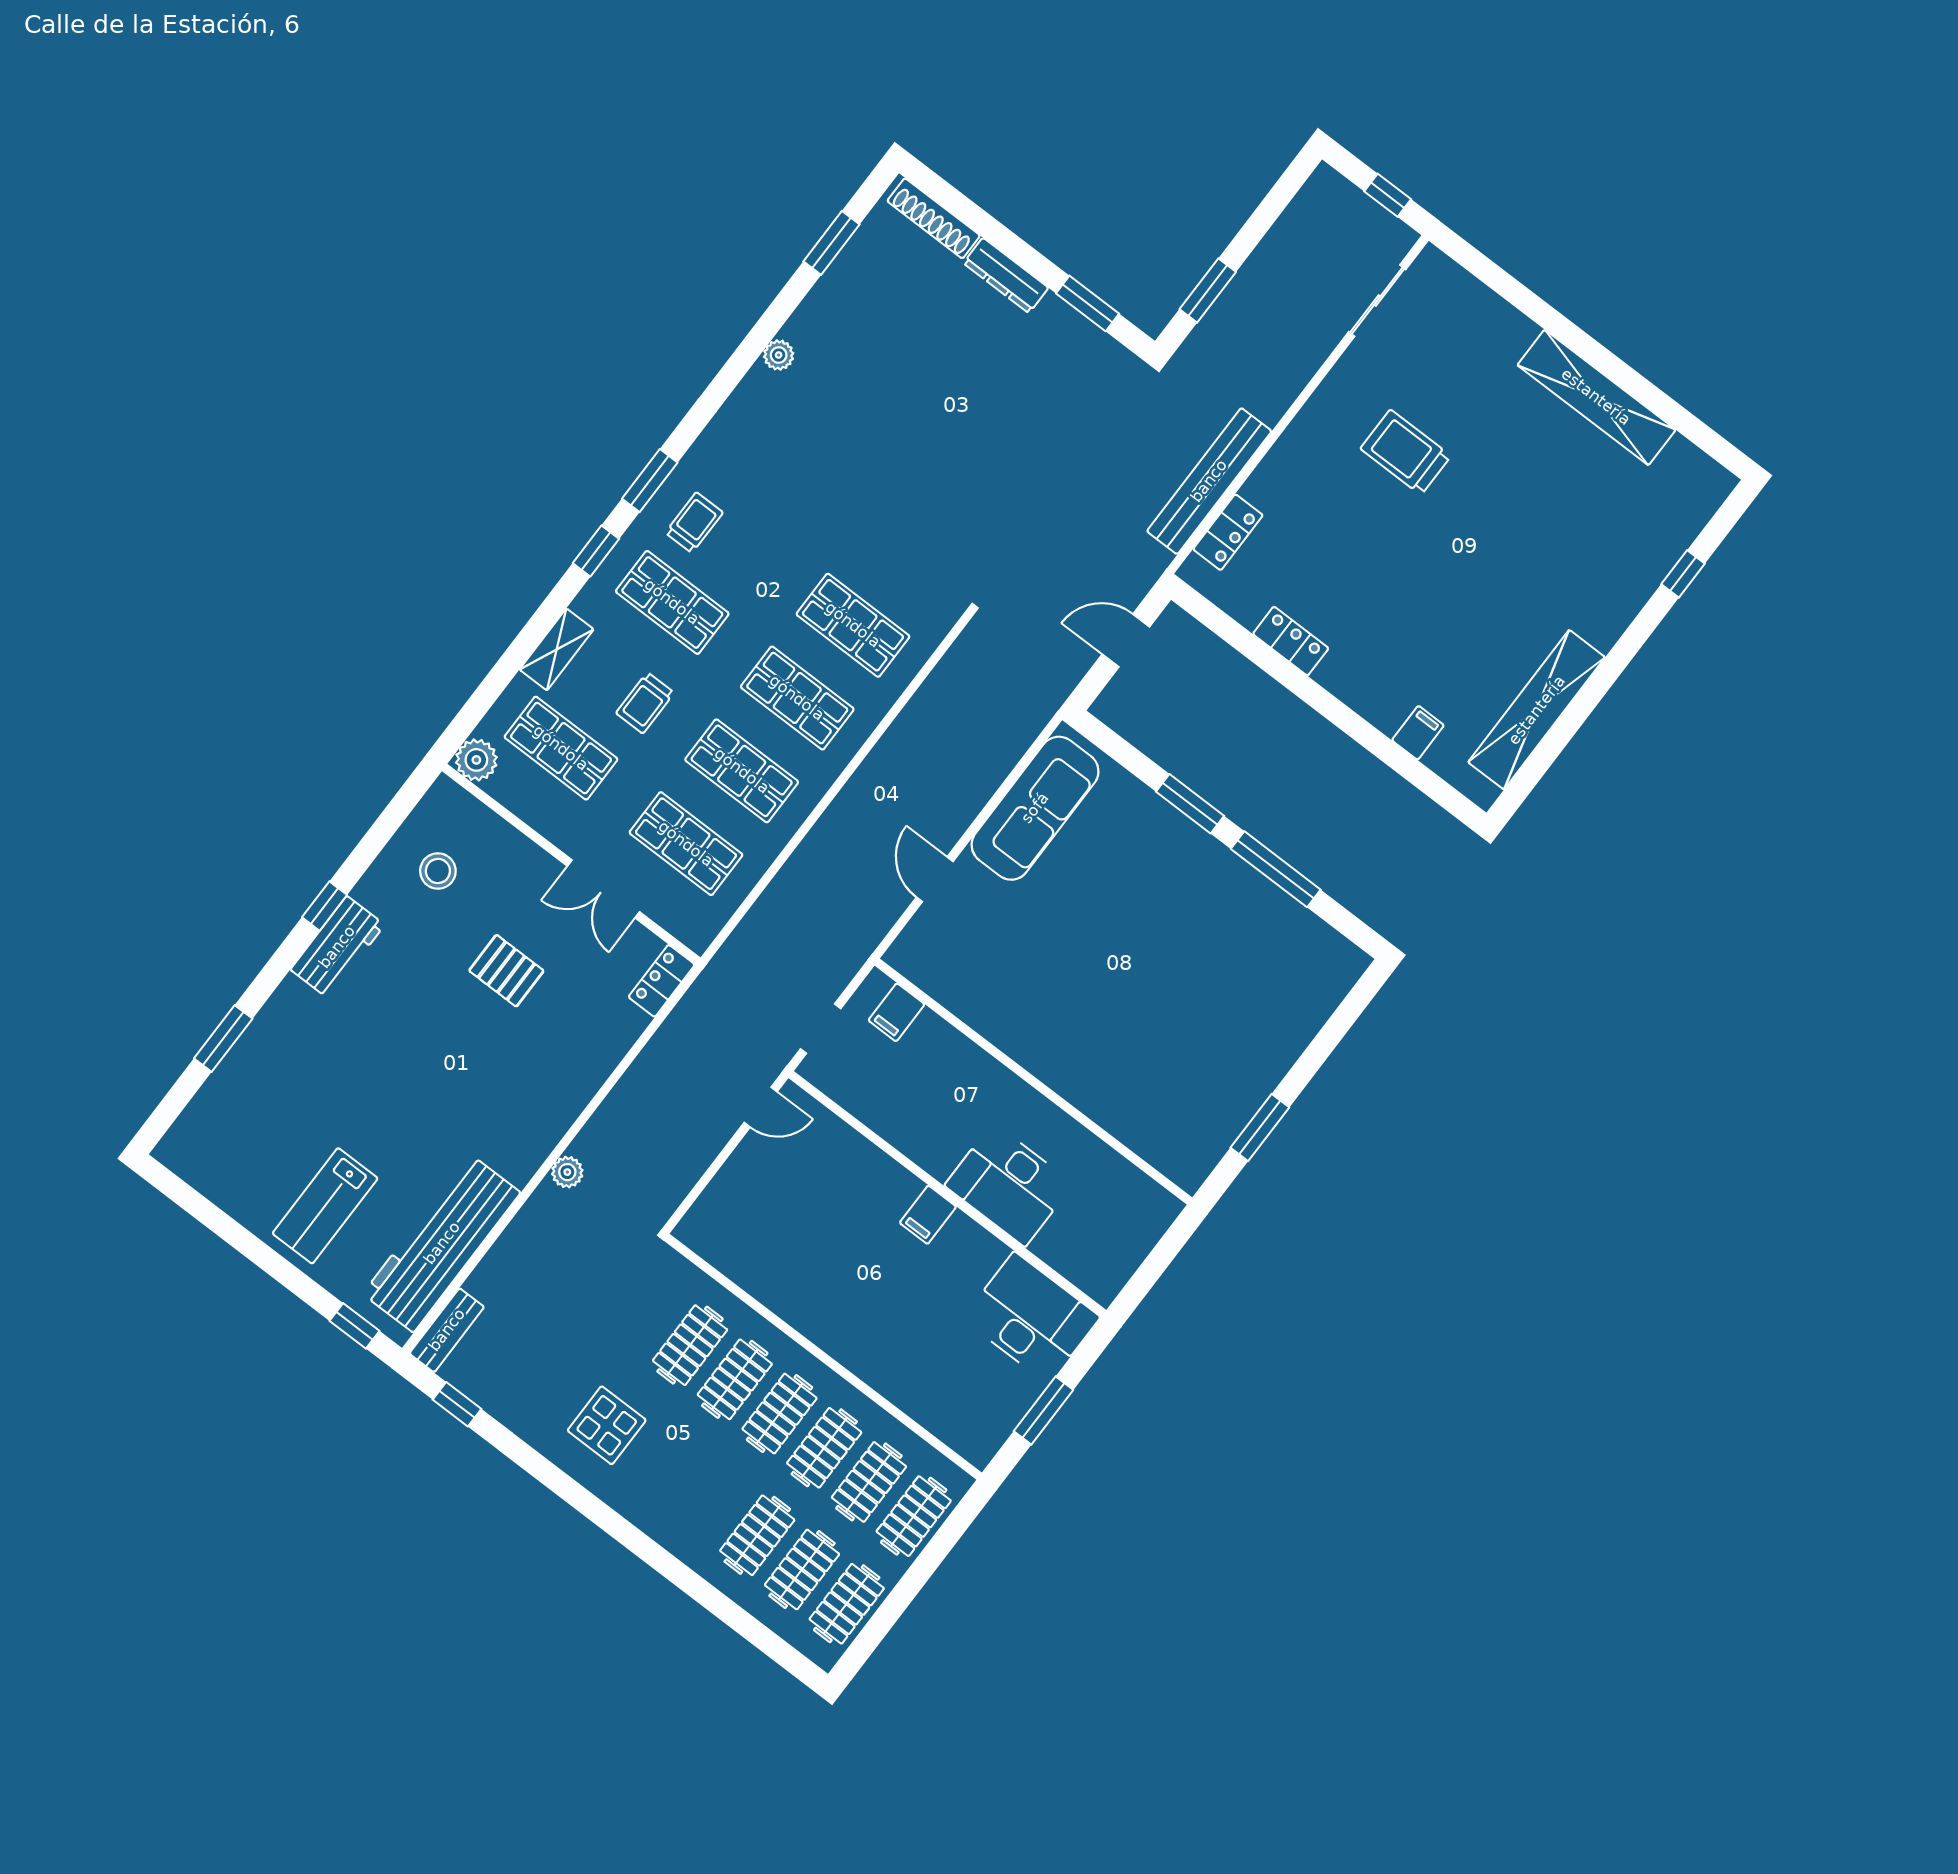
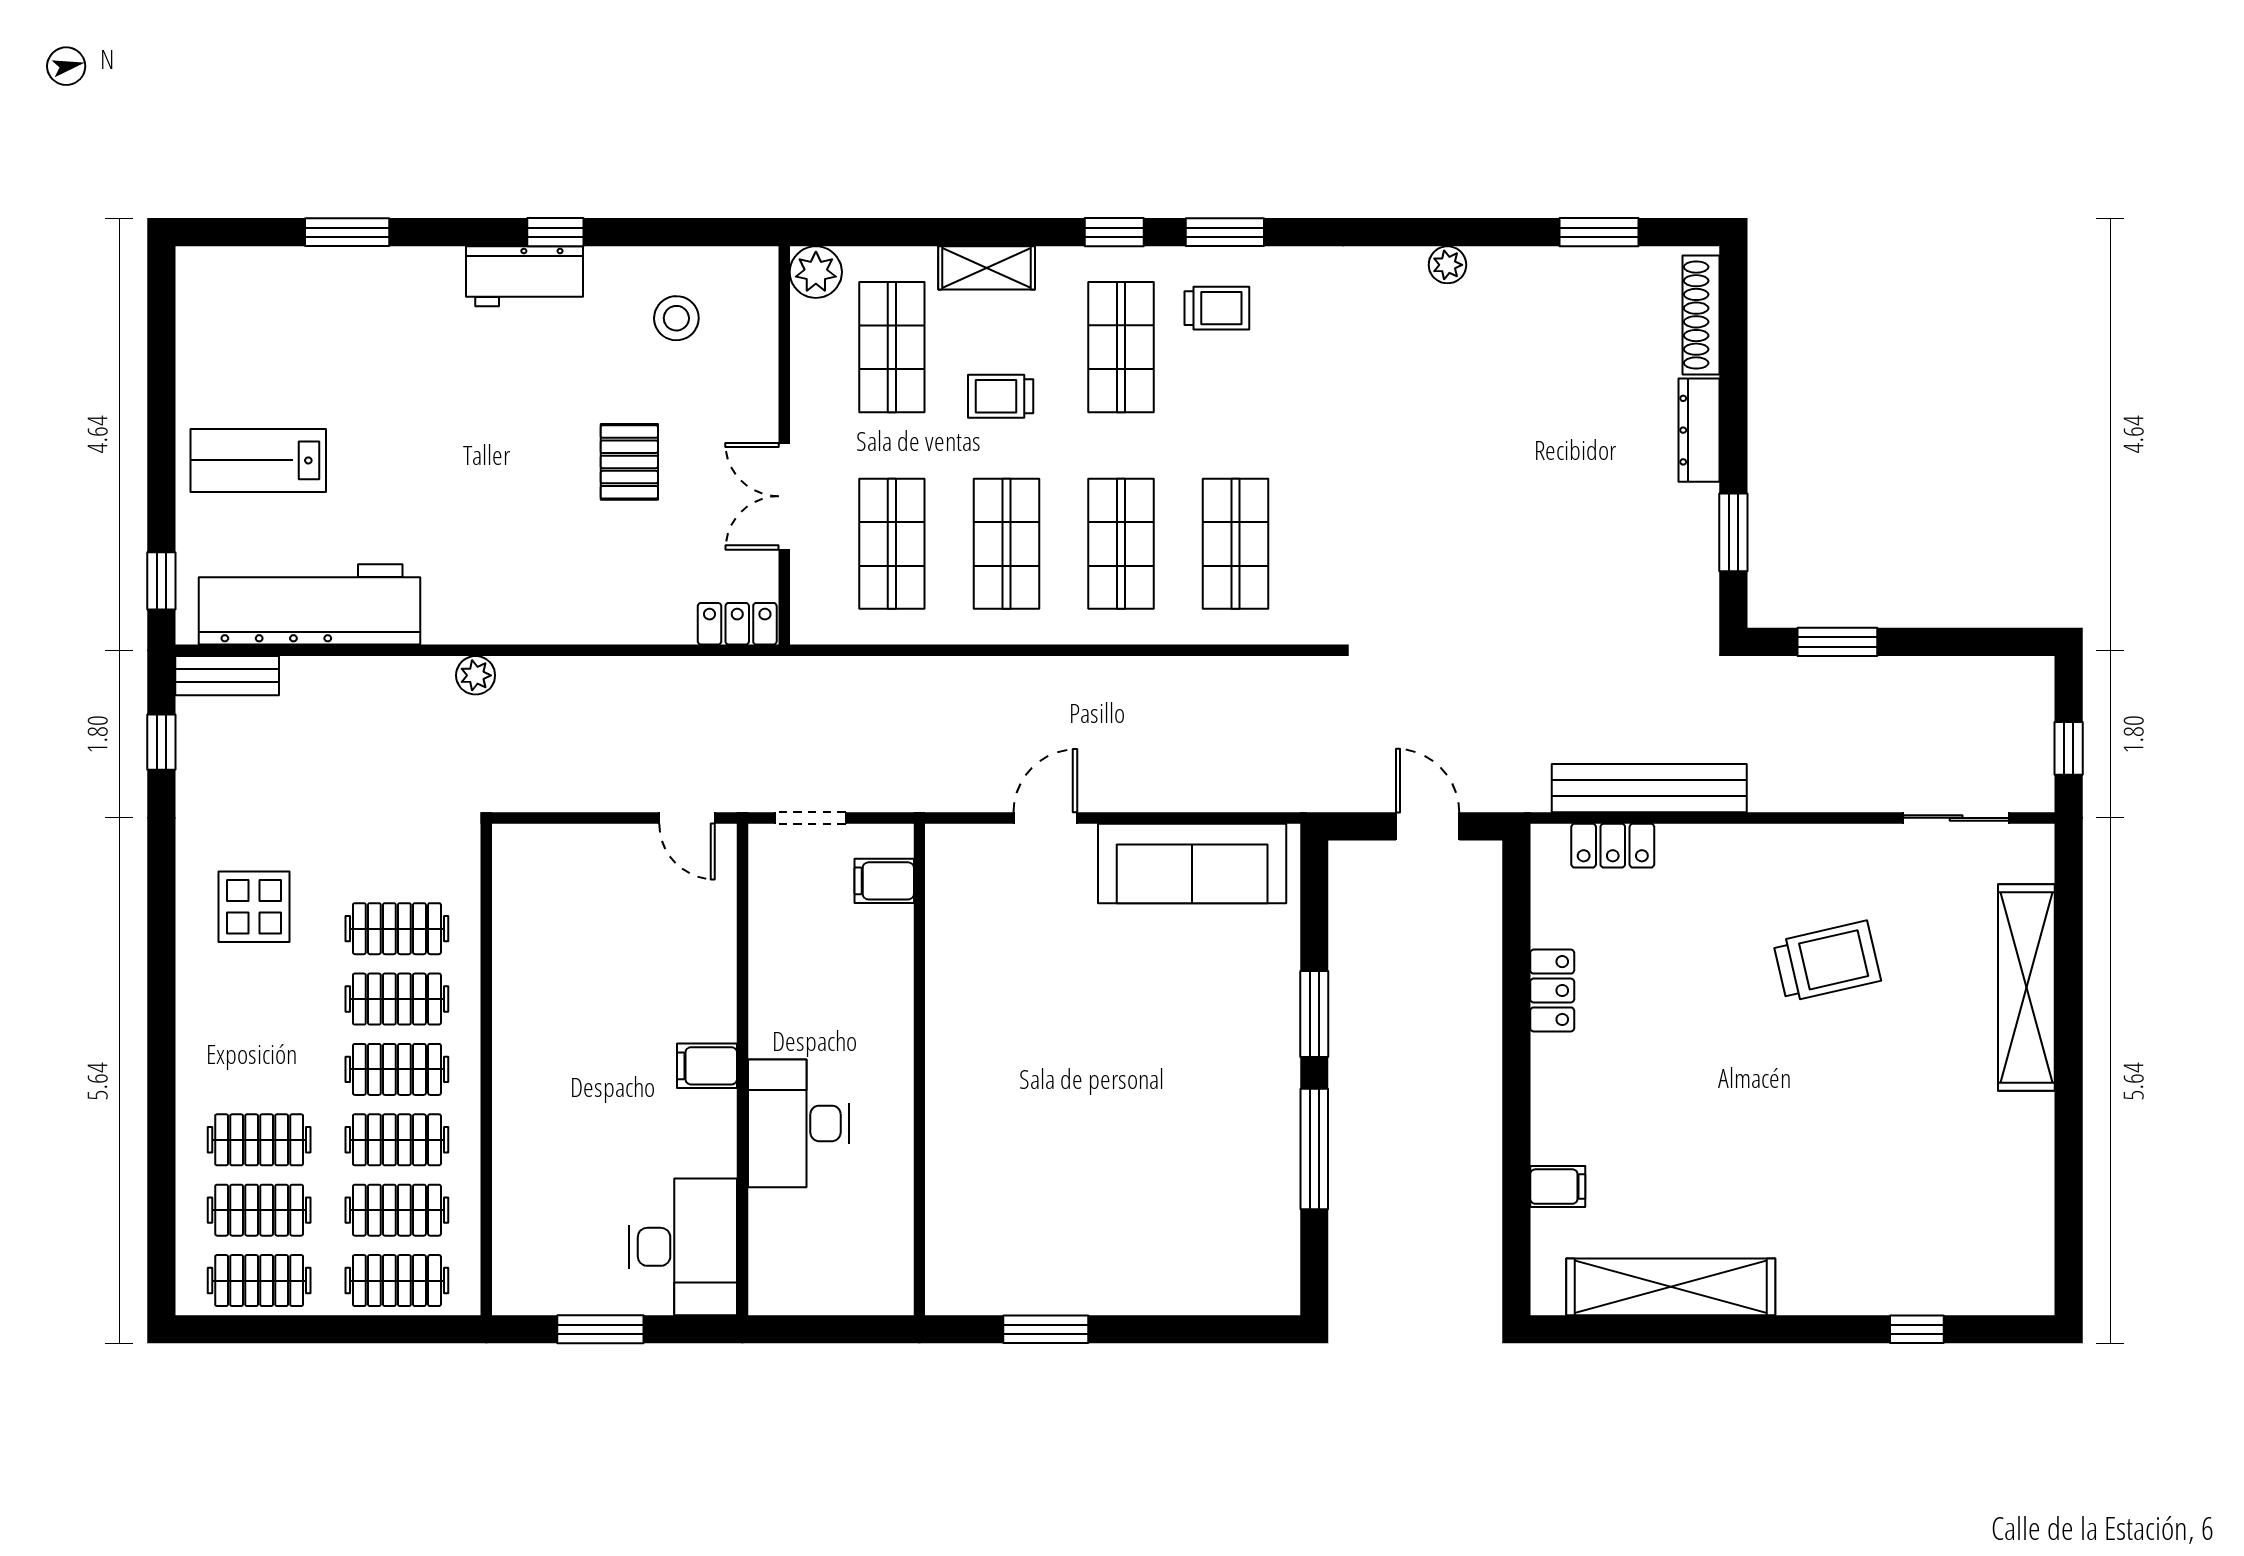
shelving: (1596, 397) -> (2026, 987), moved
trolley: (1406, 452) -> (1827, 961), turned 77

